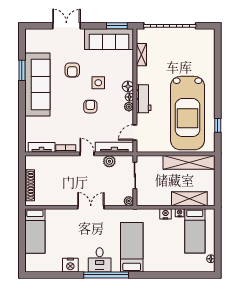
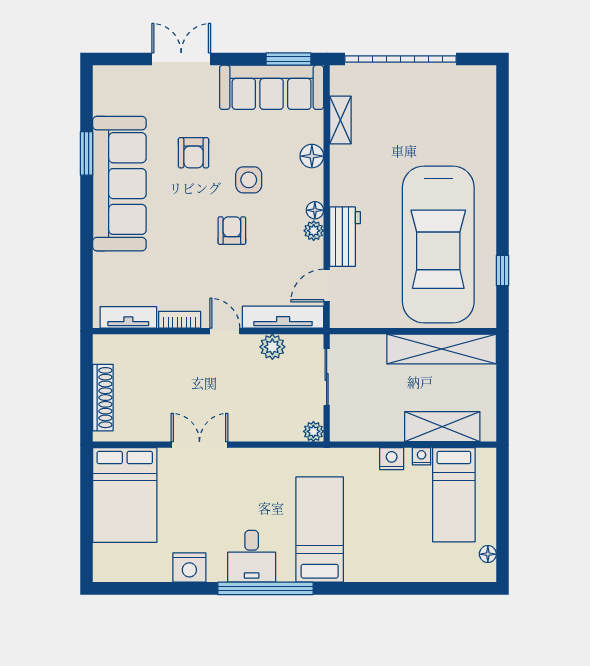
floor lamp: (128, 86) -> (312, 156), moved
workbench: (144, 99) -> (345, 237), moved
double door: (91, 207) -> (199, 445), moved
bed: (35, 231) -> (125, 495), width x1.50

